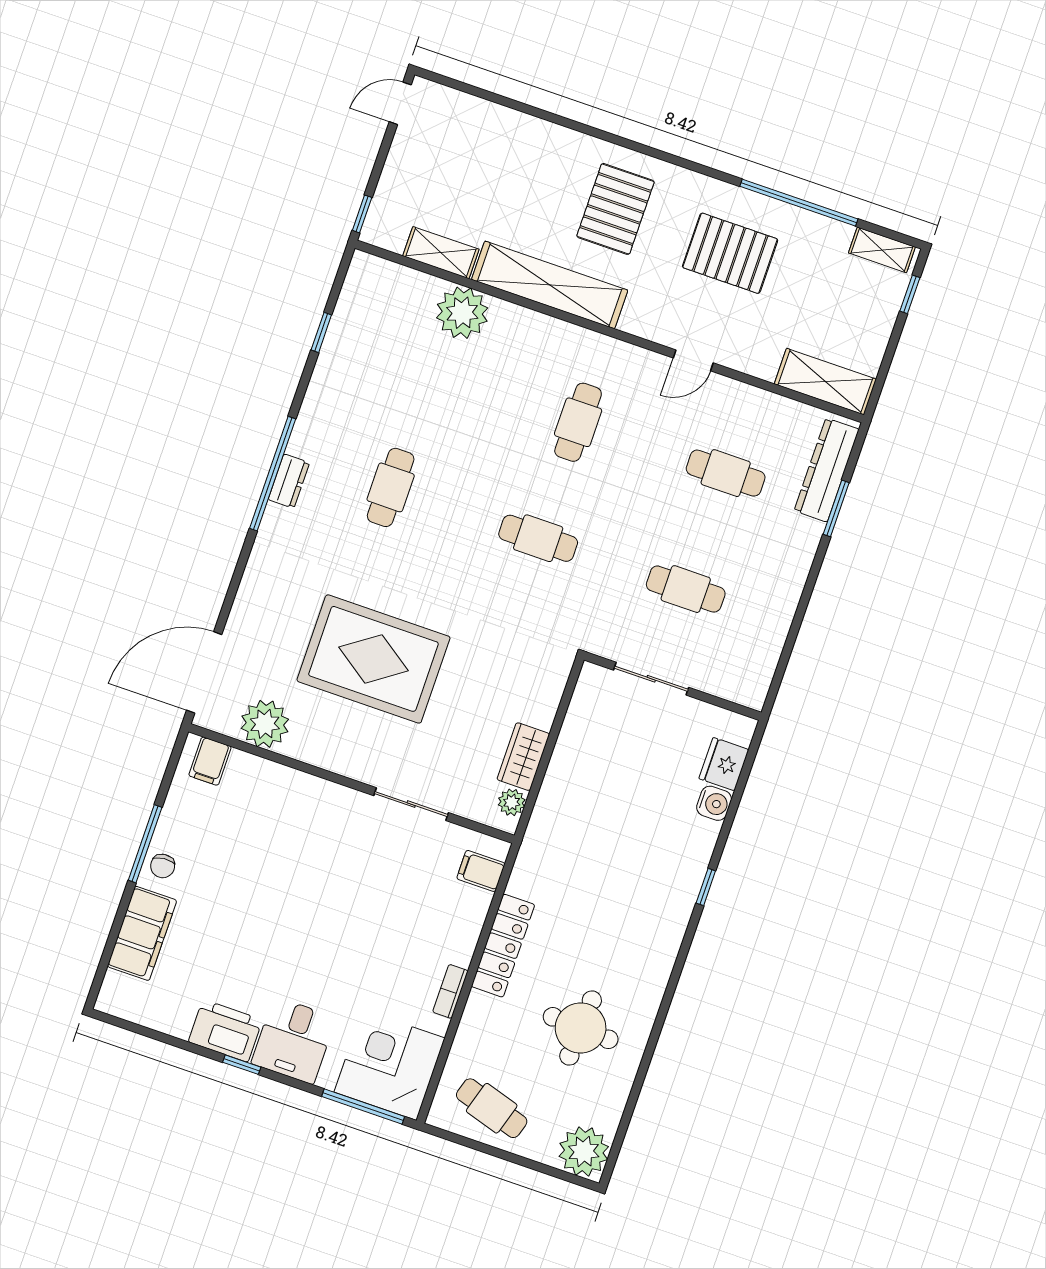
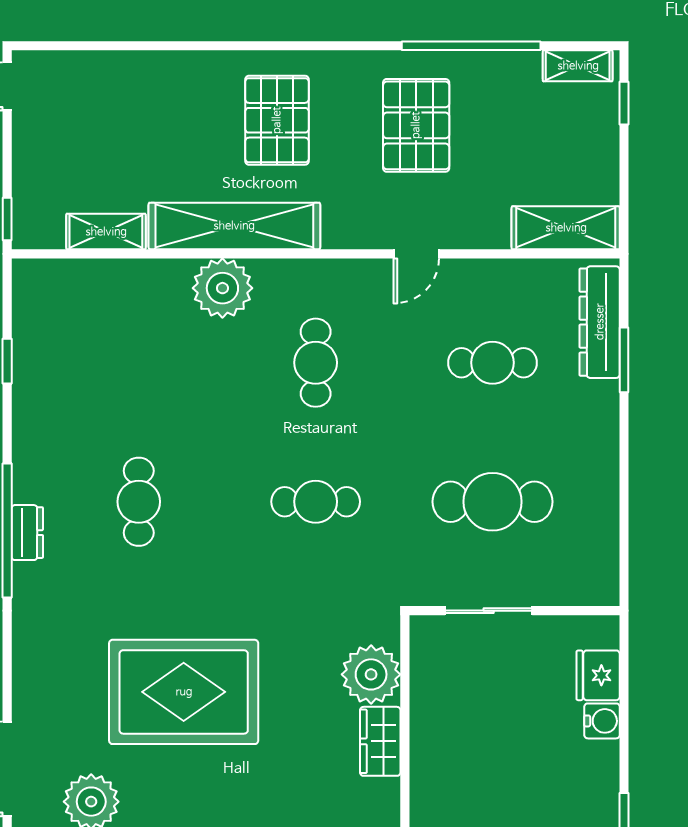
pallet: (730, 253) -> (416, 125), turned 90
plant: (462, 313) -> (222, 288), moved
cafe table: (686, 589) -> (493, 502), width x1.37, depth x1.35
plant: (512, 802) -> (371, 674), moved, width x1.88, depth x1.88

